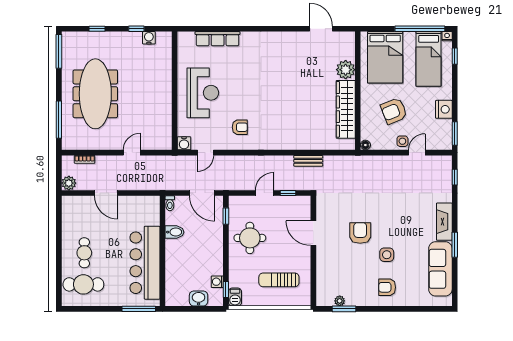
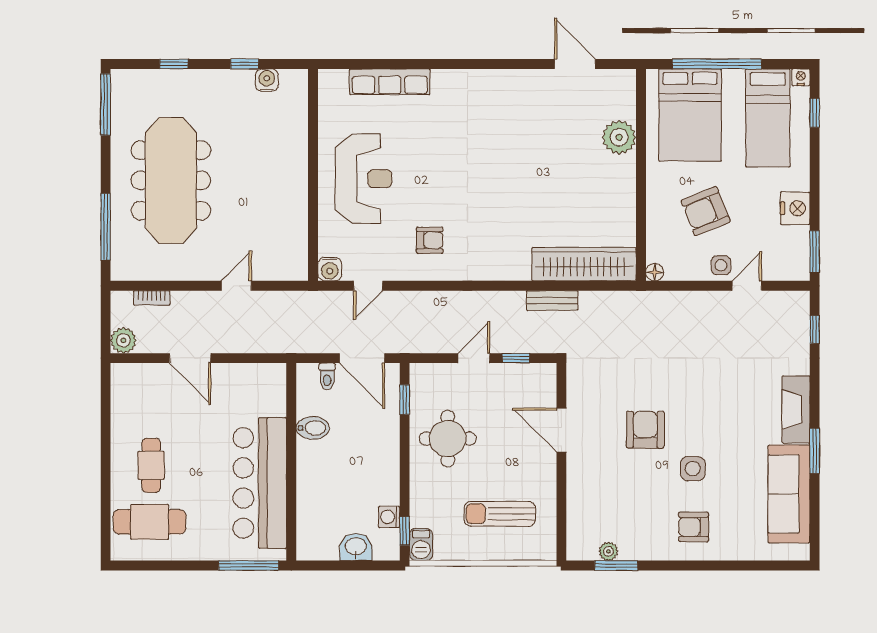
window: (420, 29) -> (717, 64), moved
wardrobe: (346, 109) -> (584, 264), moved, turned 90
toilet: (170, 203) -> (327, 376), moved

